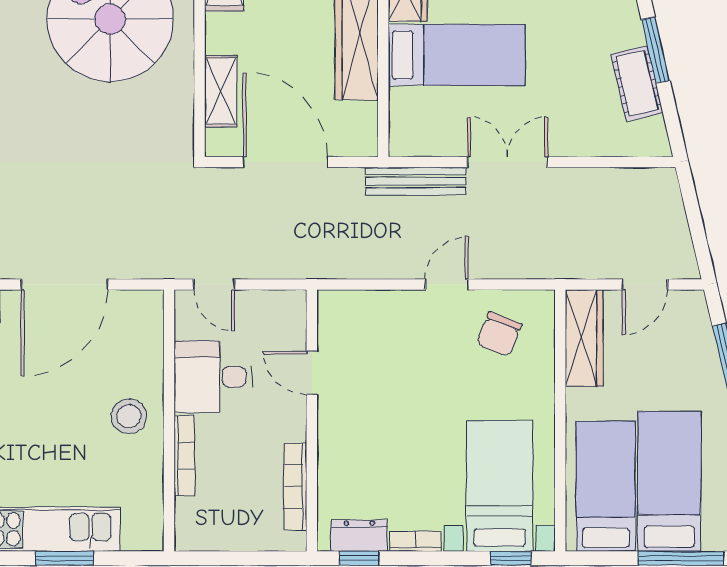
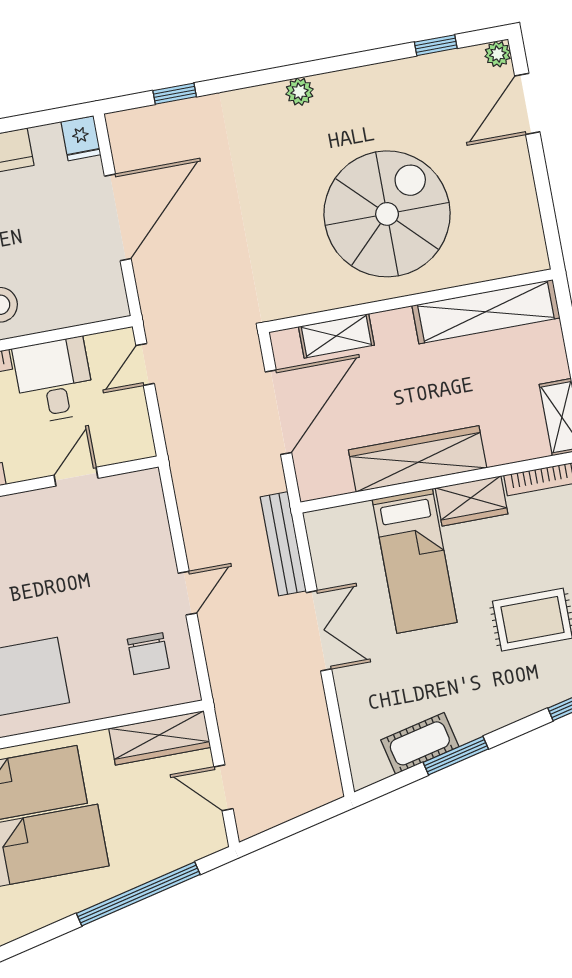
door: (64, 284) -> (118, 217), swing flipped
door: (447, 284) -> (187, 593), hinge flipped
chair: (499, 334) -> (148, 654), turned -112

